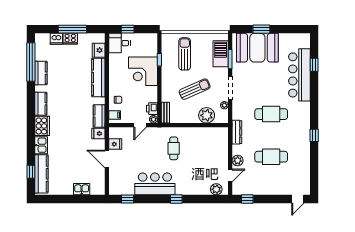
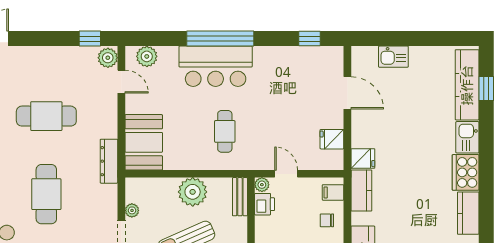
cafe table: (271, 114) -> (46, 194), turned 90
plant: (207, 115) -> (193, 192), moved
door: (140, 125) -> (286, 174), hinge flipped
booth: (218, 142) -> (144, 142), added
door: (107, 159) -> (347, 93), moved
plant: (238, 160) -> (108, 58), moved
door: (230, 175) -> (121, 82), swing flipped
bar counter: (155, 184) -> (216, 66), moved
window: (176, 199) -> (220, 39), width x3.17

